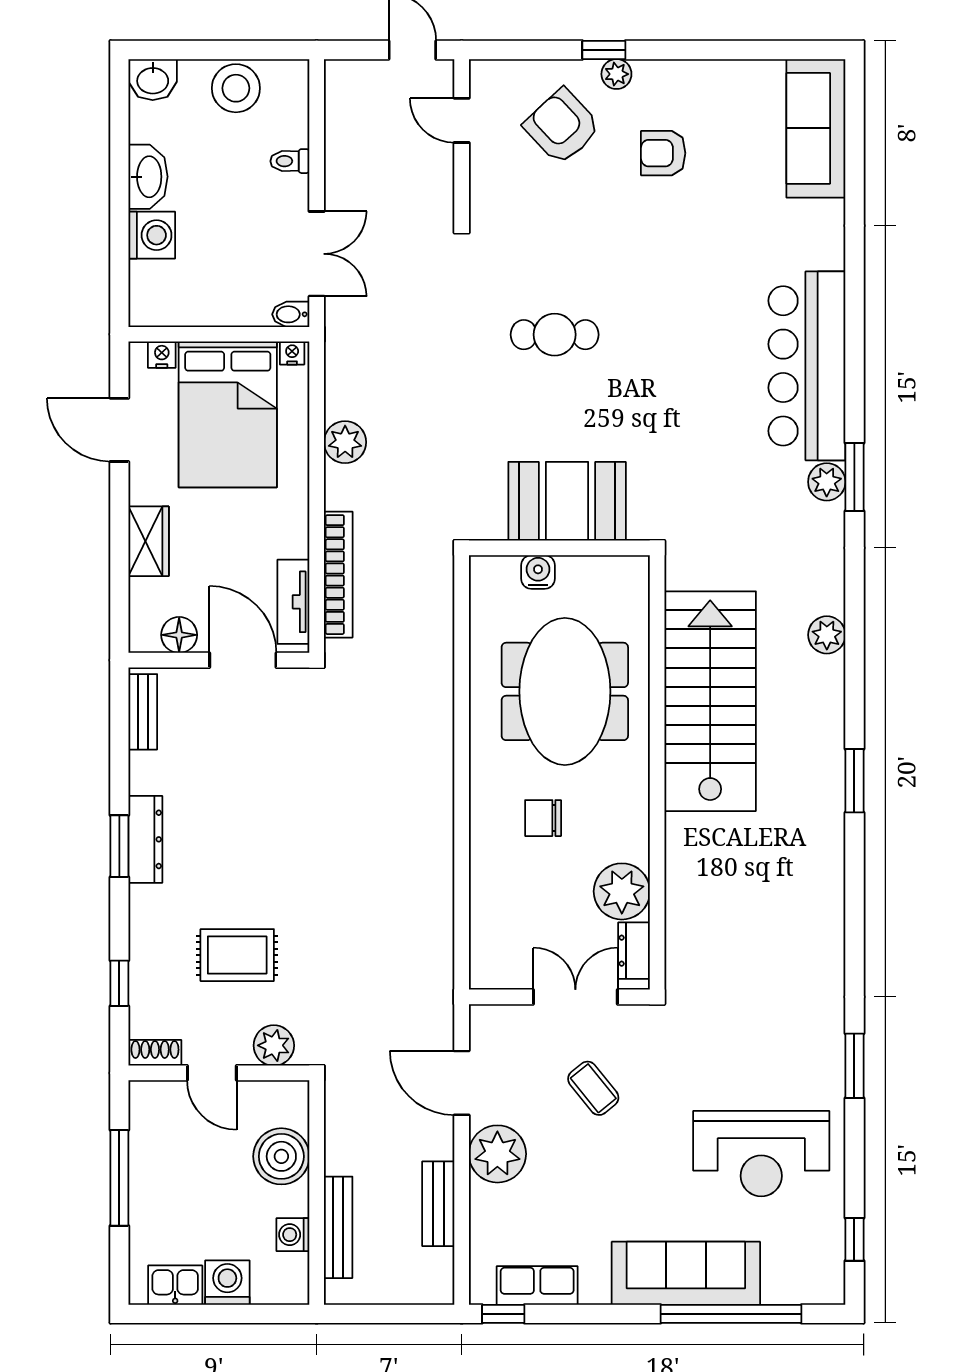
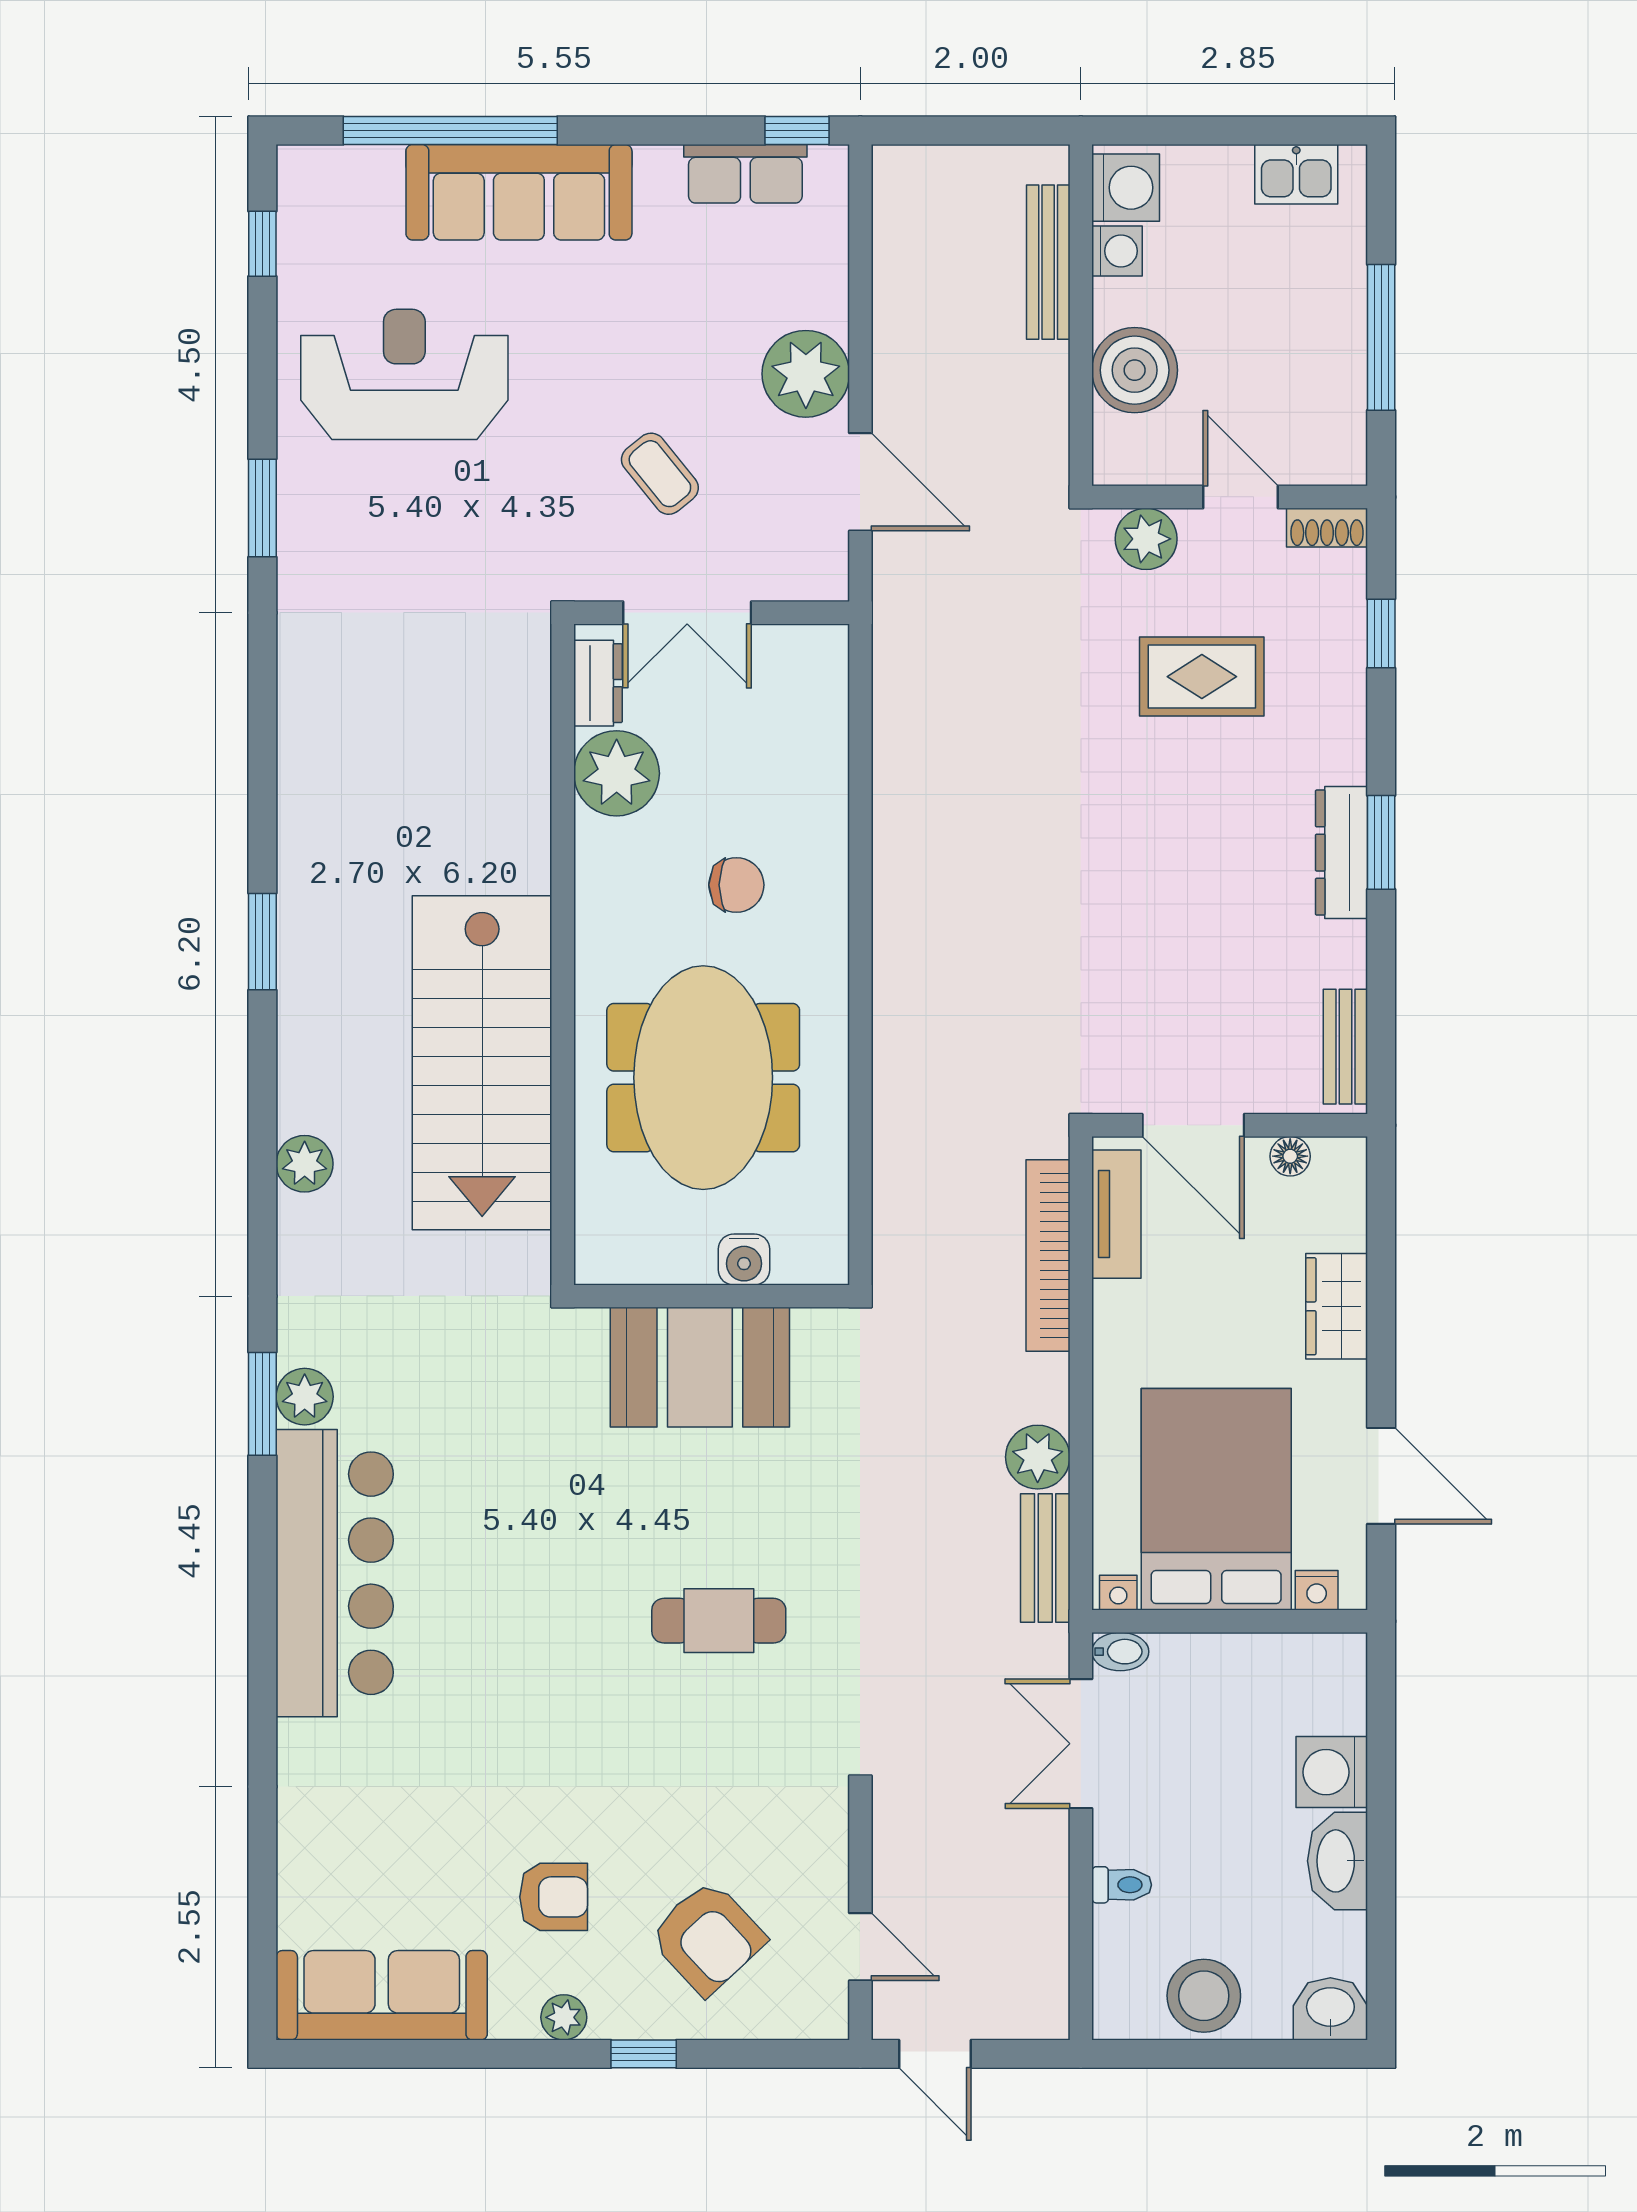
plant: (616, 74) -> (564, 2017), moved
sofa: (816, 128) -> (382, 1995), moved, turned -90
floor lamp: (179, 635) -> (1290, 1156), width x0.73, depth x0.73
bench: (438, 1204) -> (1045, 1558), moved
washing machine: (227, 1283) -> (1126, 188), moved, turned -90

